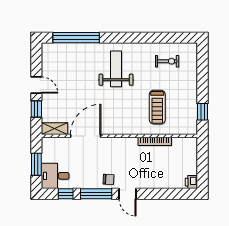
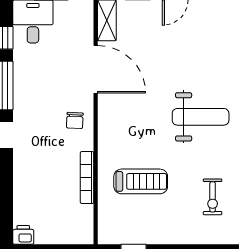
treadmill: (157, 107) -> (141, 181), turned 180
chair: (108, 179) -> (75, 120), moved

